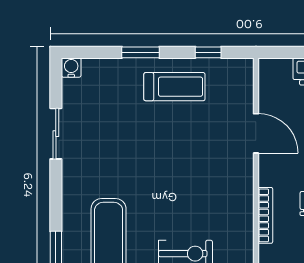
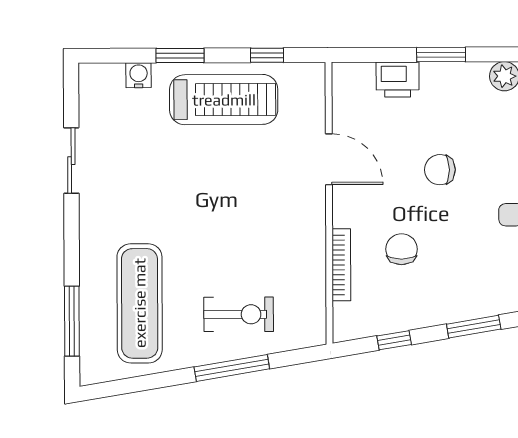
water cooler: (71, 68) -> (139, 75), moved
treadmill: (174, 87) -> (224, 100), width x1.37, depth x1.38

